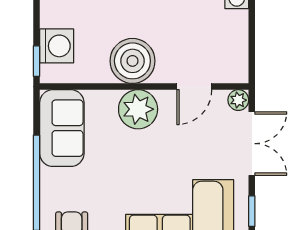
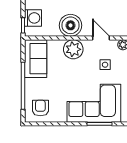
door: (194, 87) -> (101, 38), swing flipped
side table: (202, 140) -> (105, 65), added

